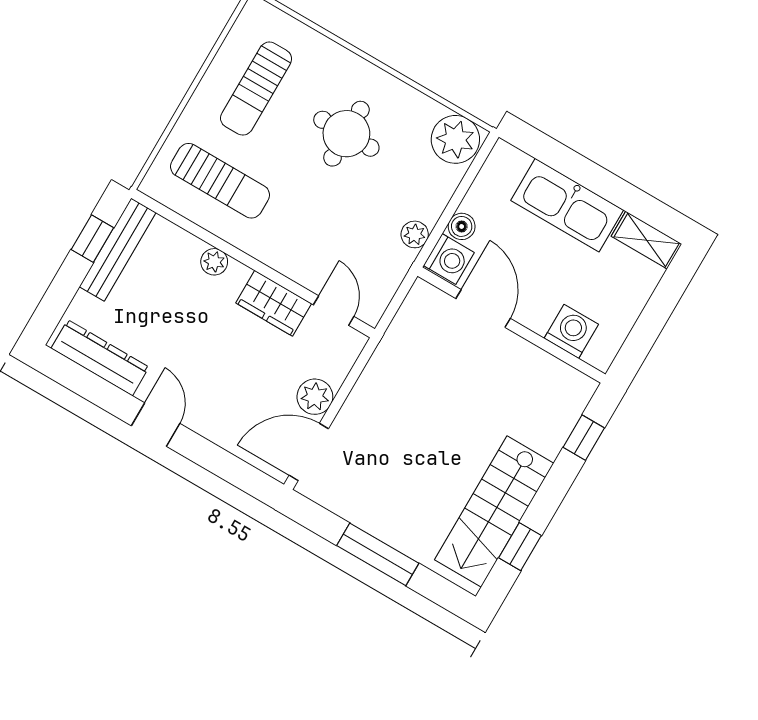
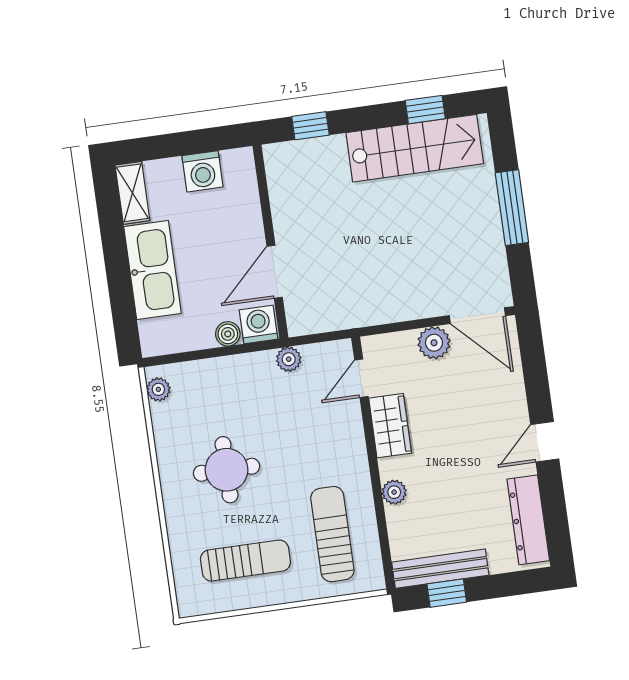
plant: (455, 139) -> (158, 389), width x0.53, depth x0.53
plant: (415, 234) -> (289, 359), moved
washing machine: (571, 331) -> (202, 171), moved, turned -90

